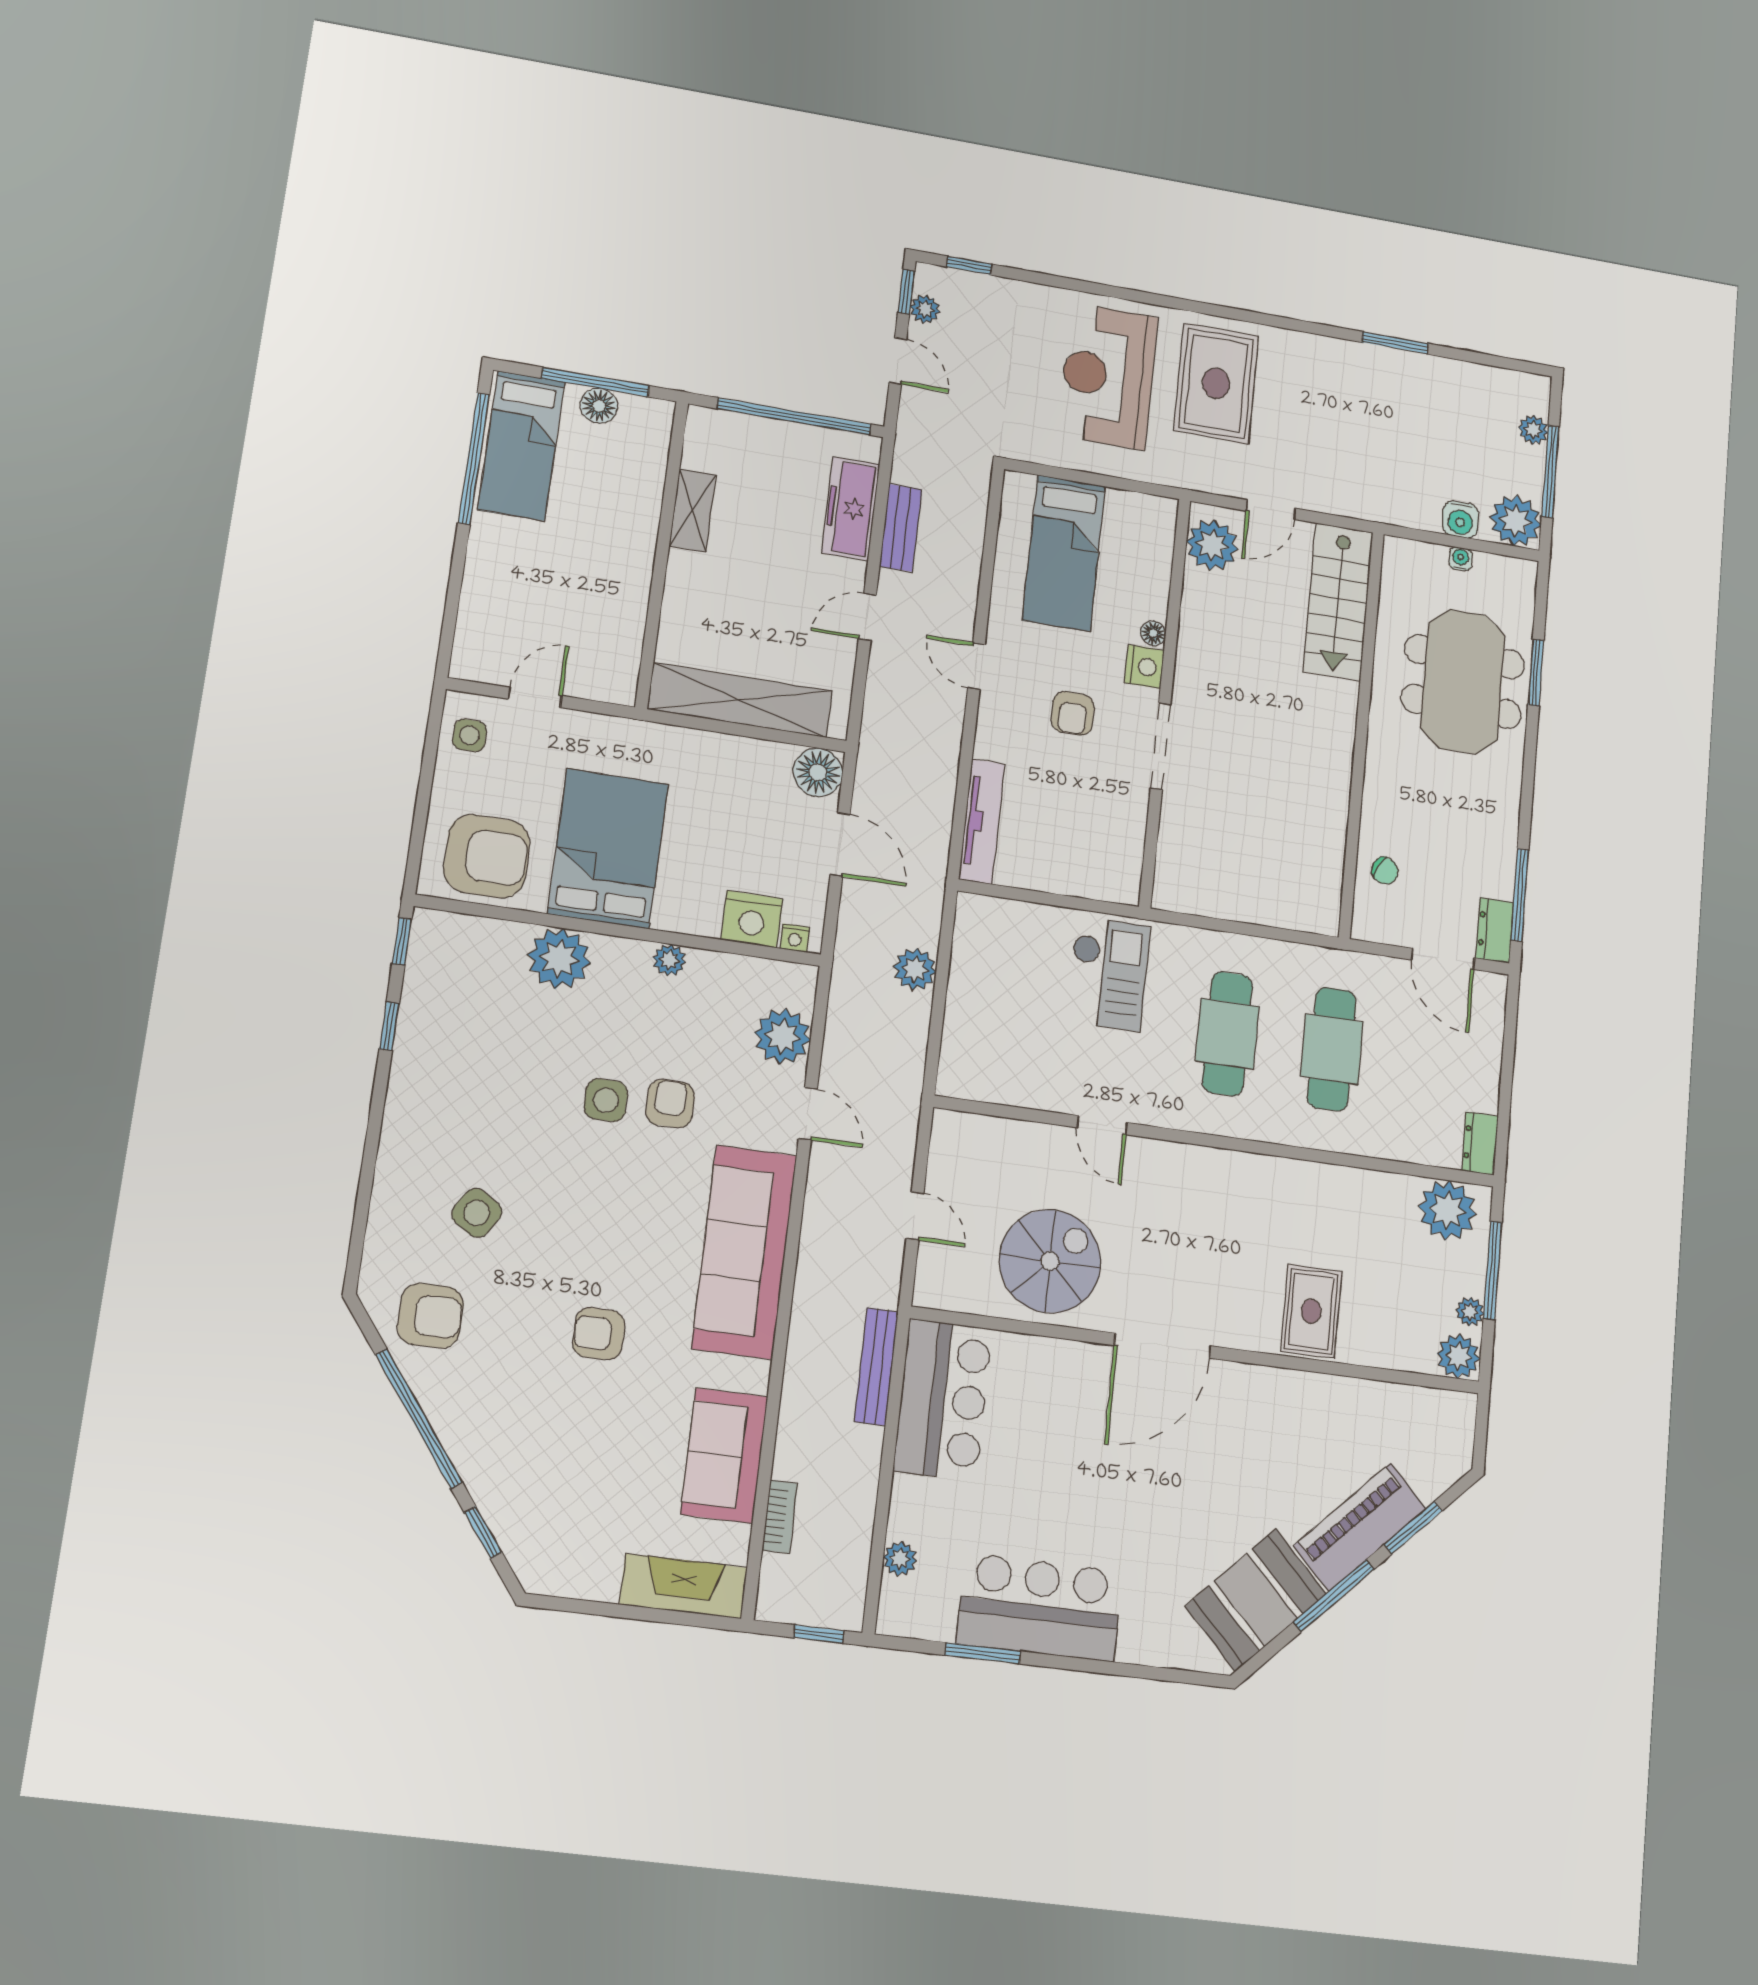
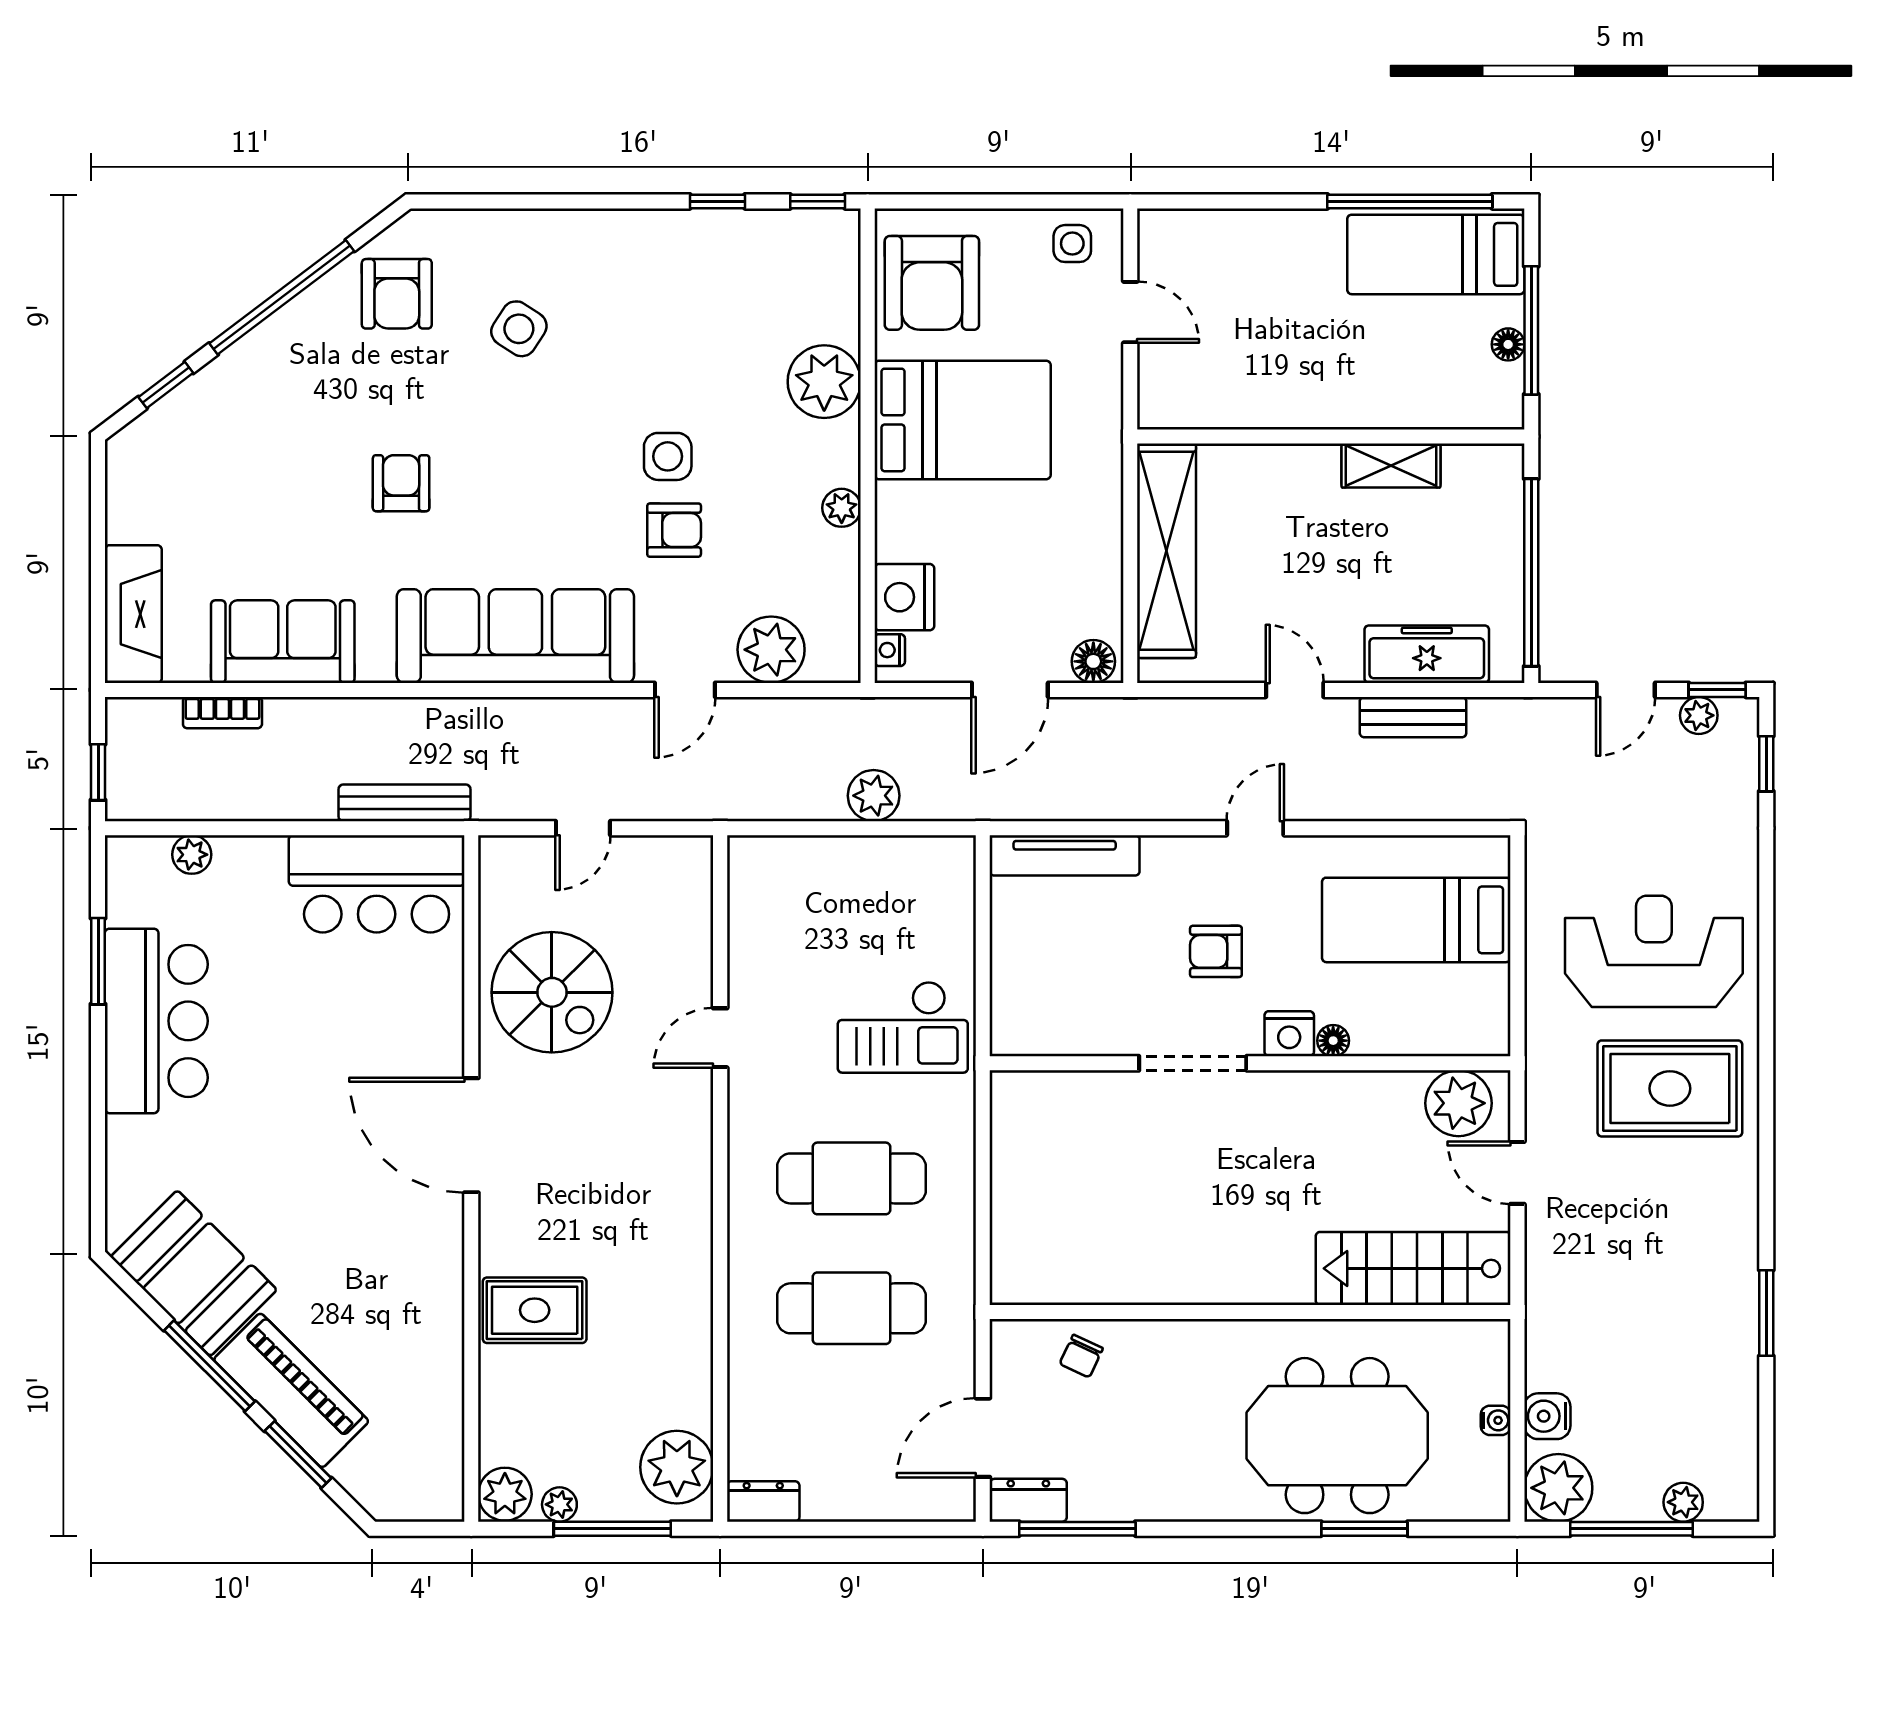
floor lamp: (599, 406) -> (1508, 344), width x0.73, depth x0.73
floor lamp: (818, 772) -> (1093, 661), width x0.73, depth x0.73

